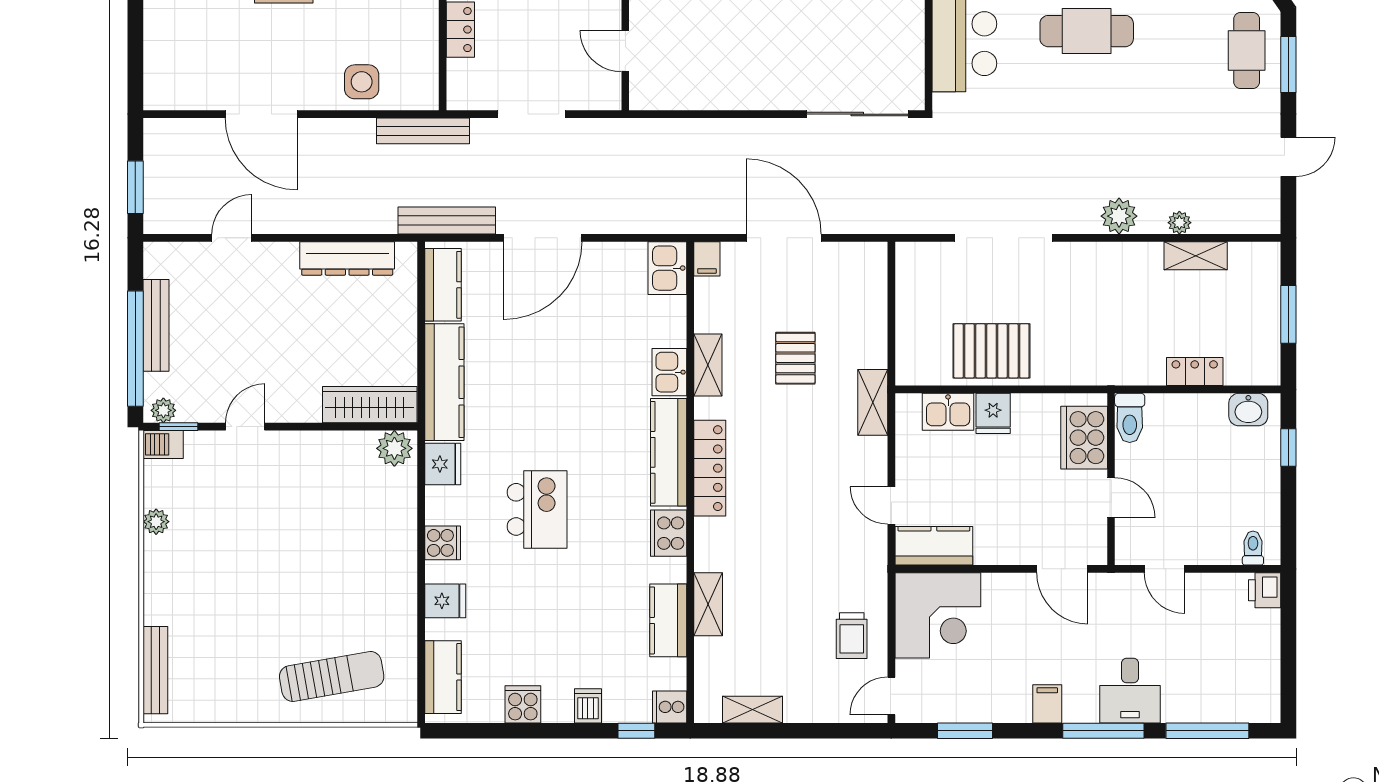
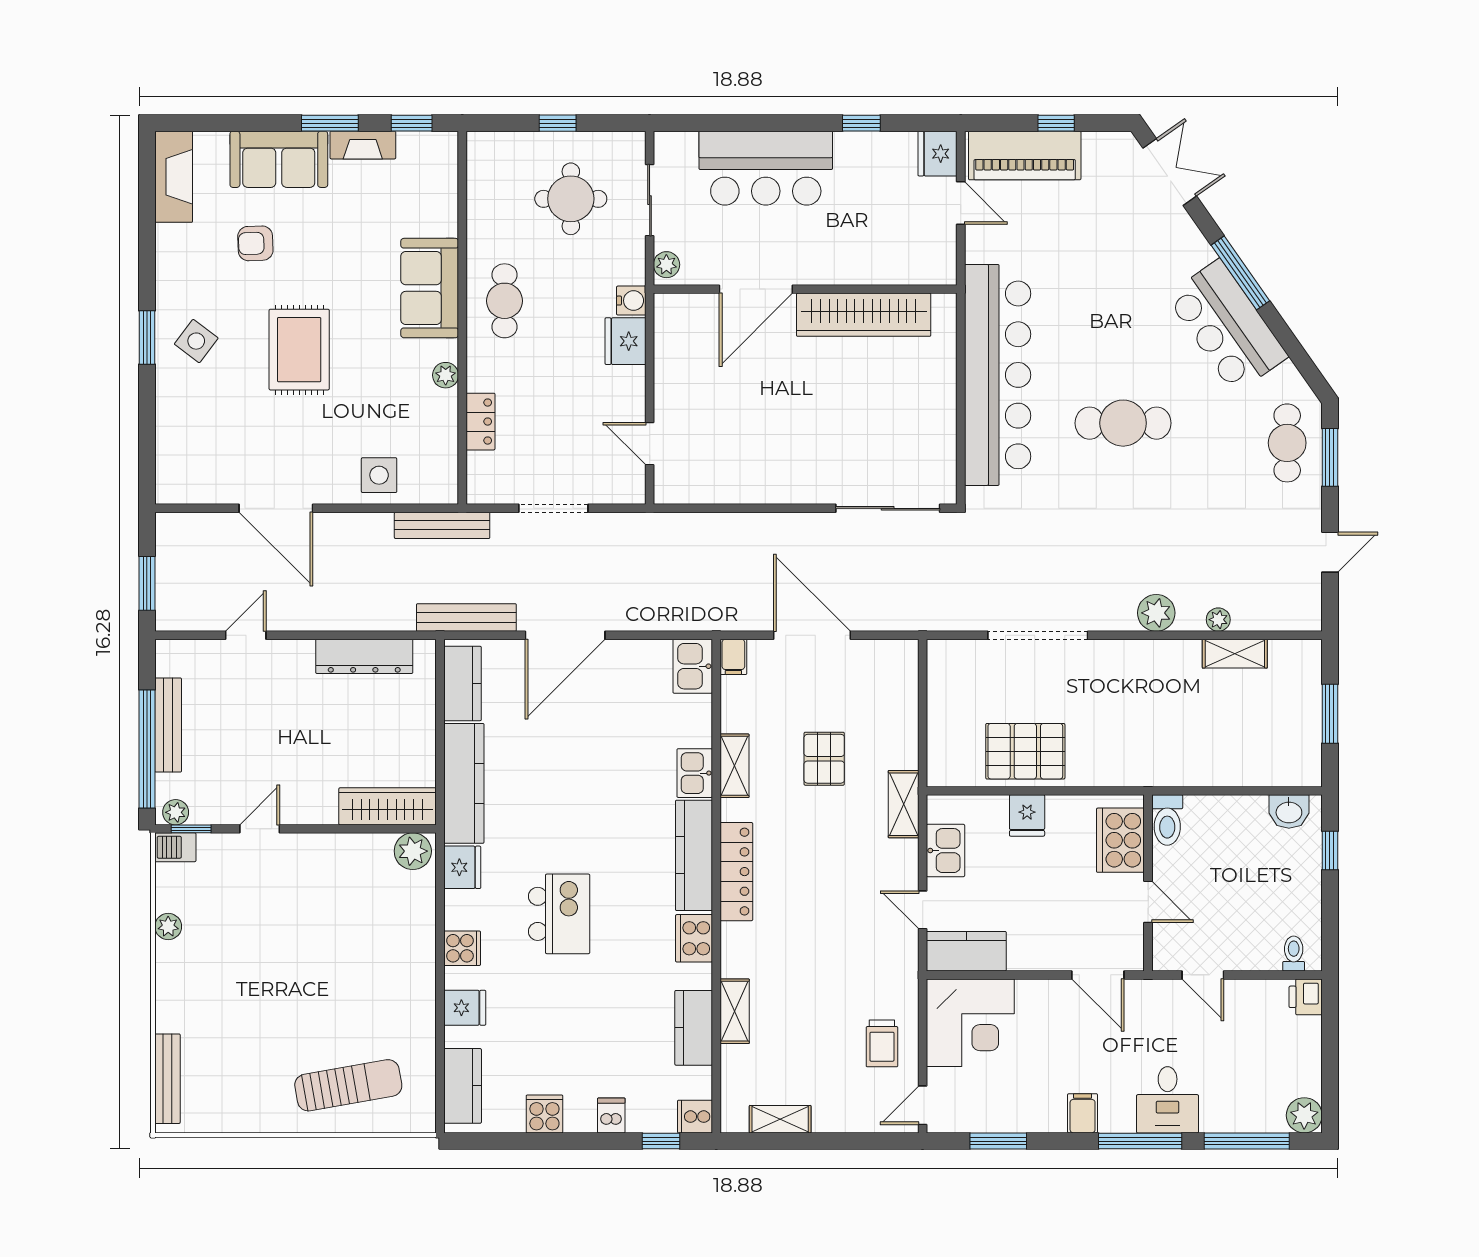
locker: (1195, 372) -> (1234, 772), removed
kitchen sink: (948, 412) -> (945, 851), moved, turned -90
plant: (1263, 706) -> (1304, 1115), added

